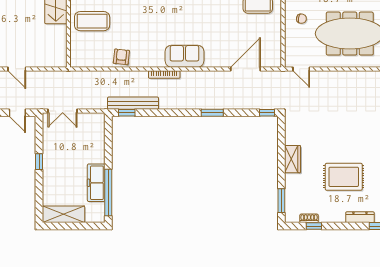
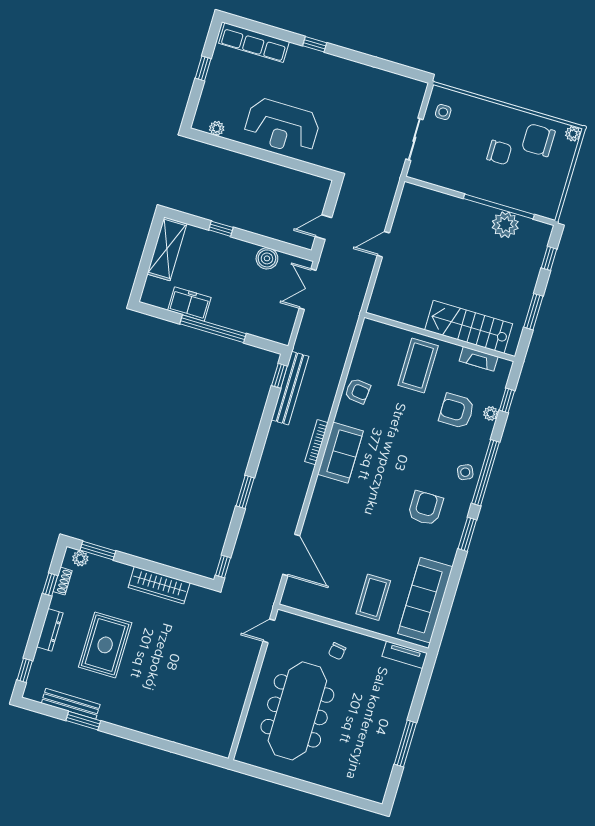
sofa: (184, 56) -> (340, 453), moved
boiler: (50, 145) -> (267, 258), added
wardrobe: (293, 159) -> (159, 585), width x1.50
window: (39, 162) -> (221, 229), moved
freezer: (96, 183) -> (189, 304), width x0.71
window: (108, 193) -> (213, 329), moved
plant: (290, 211) -> (80, 558), added
dresser: (360, 217) -> (50, 630), moved

